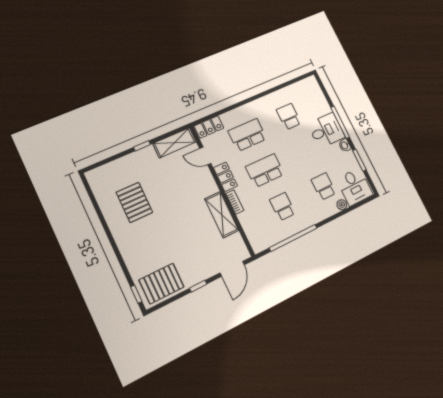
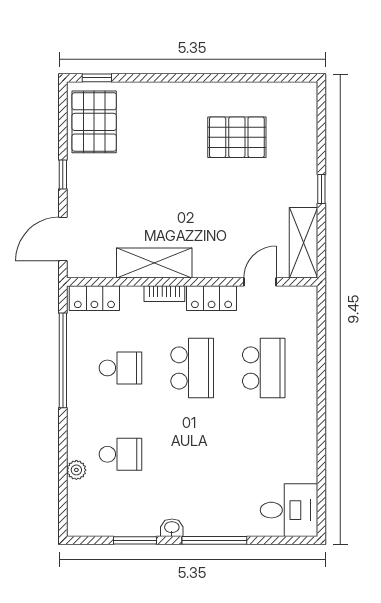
school desk: (289, 117) -> (264, 454), removed
locker: (209, 127) -> (94, 298), moved, turned -90
desk: (326, 130) -> (289, 510), moved, turned -90
desk: (355, 187) -> (95, 508), removed
door: (232, 269) -> (63, 239), hinge flipped

